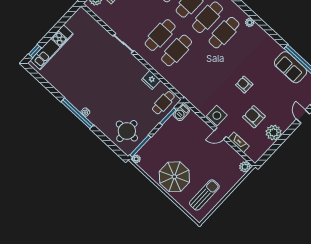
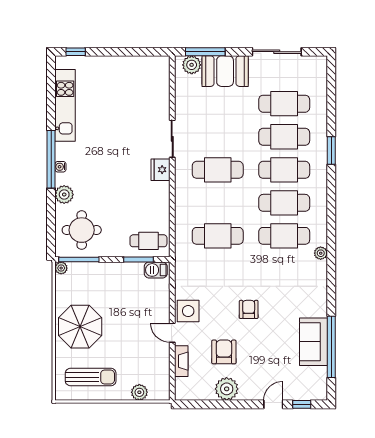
kitchen unit: (52, 47) -> (65, 105), moved, turned -90
cafe table: (177, 50) -> (218, 236), moved
fridge: (151, 80) -> (161, 170), moved
plant: (101, 123) -> (64, 194), added
plant: (245, 167) -> (139, 392), moved

